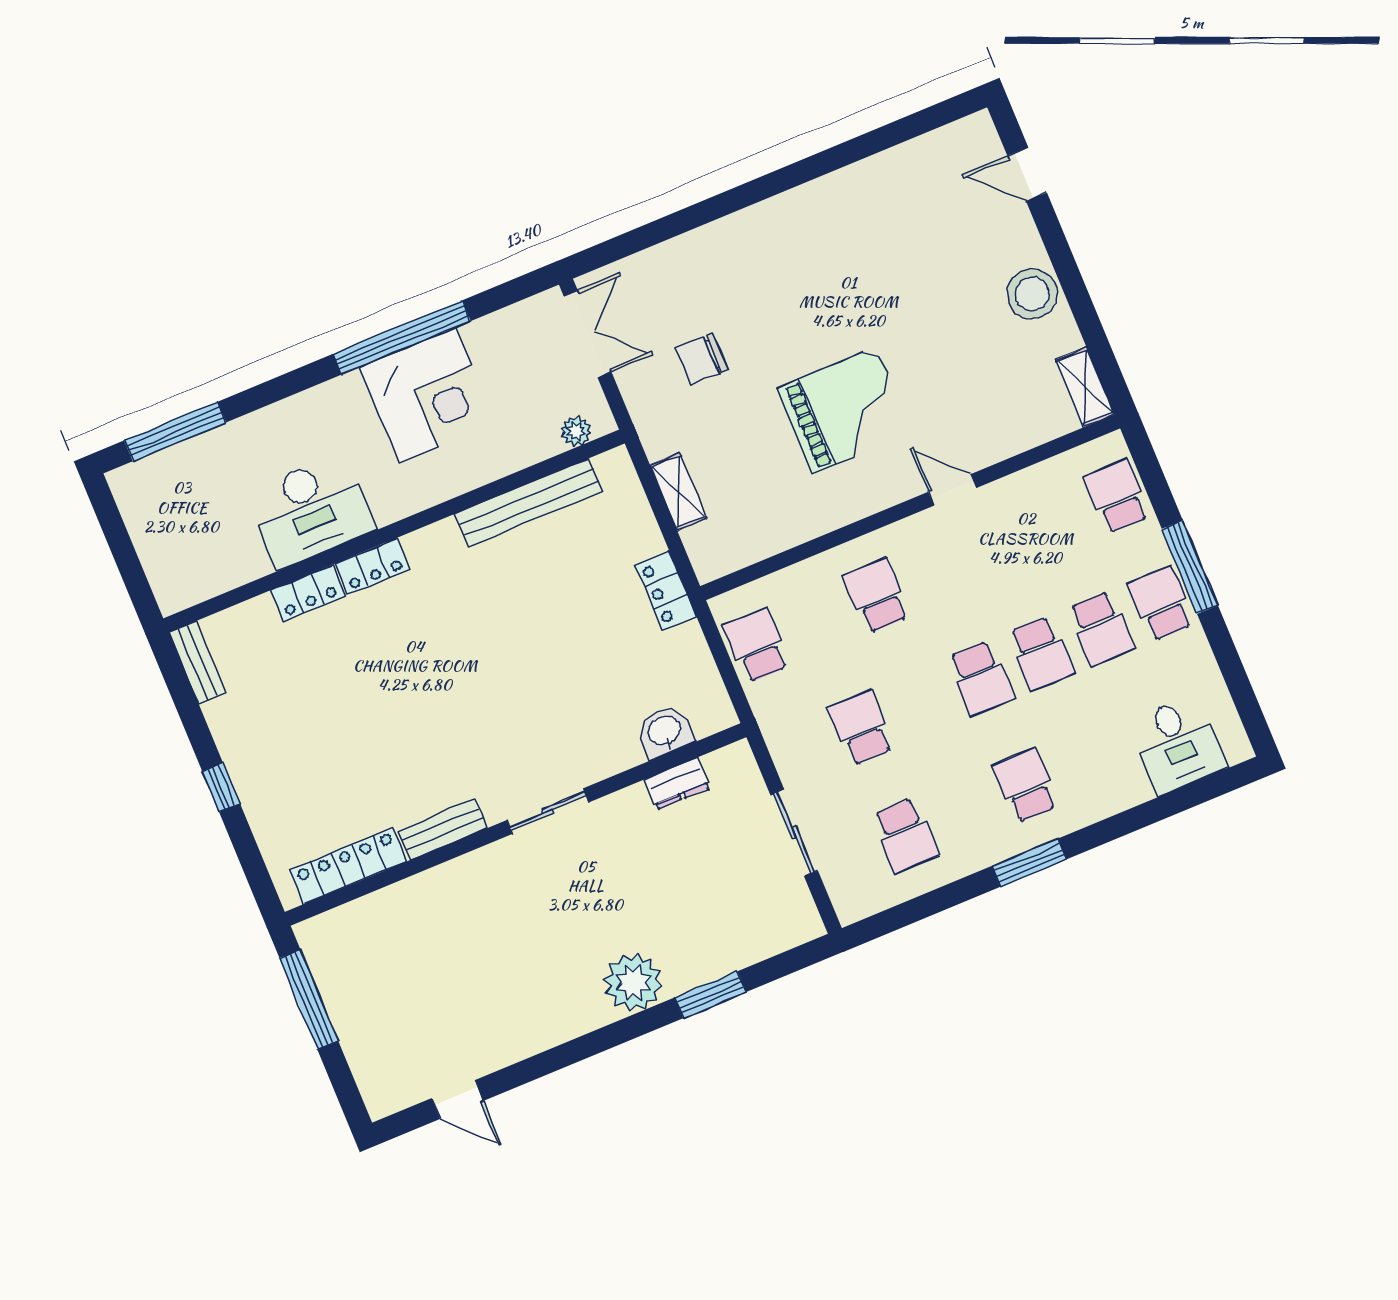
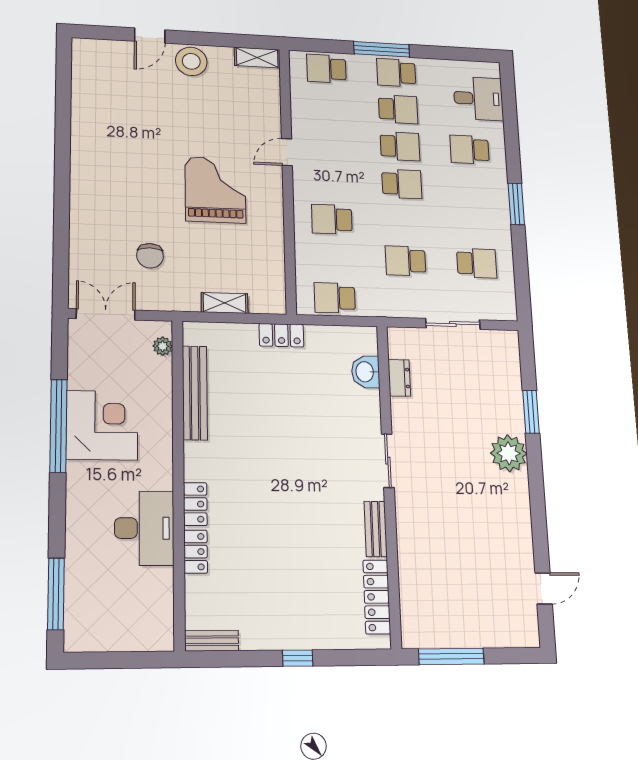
door: (1027, 174) -> (150, 36), moved
school desk: (1025, 786) -> (470, 150), moved

